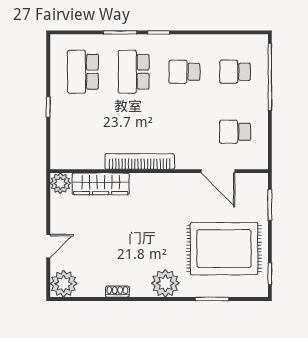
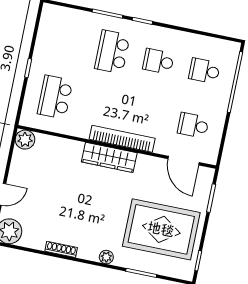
school desk: (83, 72) -> (55, 97), moved
bookcase: (140, 161) -> (122, 139), moved
door: (218, 171) -> (184, 161), moved
wardrobe: (101, 184) -> (109, 157), moved
plant: (165, 283) -> (106, 257), width x0.53, depth x0.53
shoe rack: (117, 292) -> (61, 249), width x1.43

